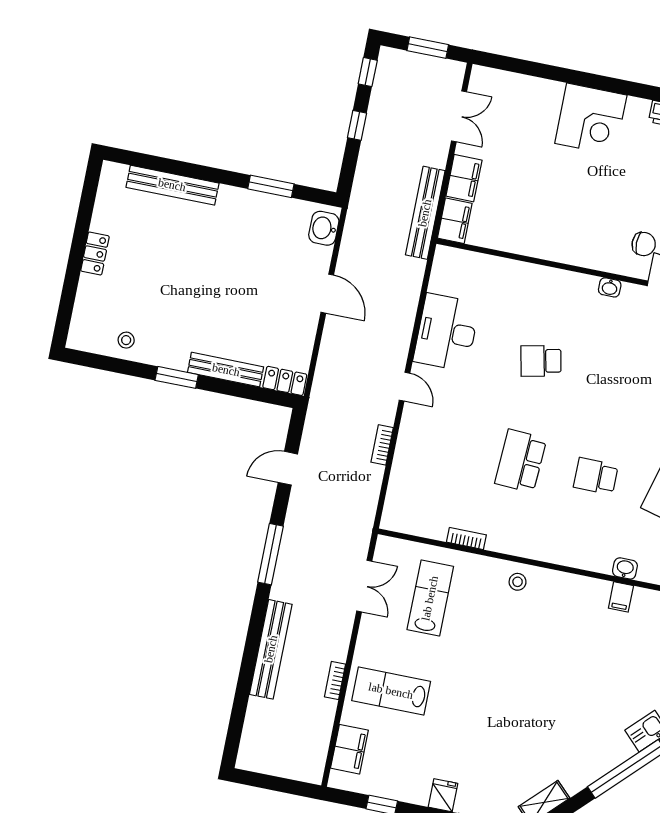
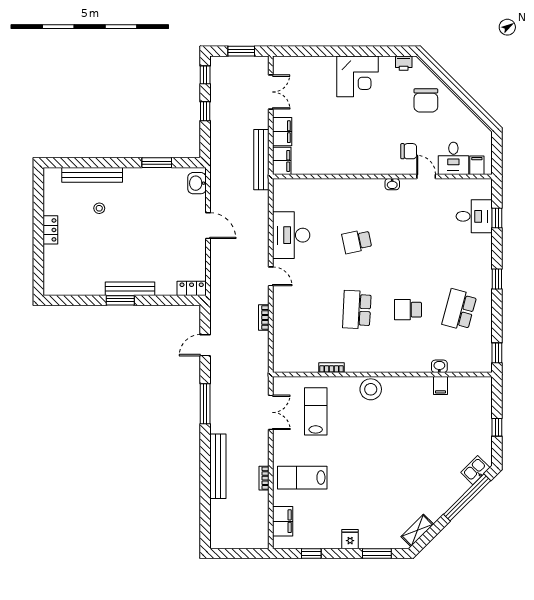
stool: (126, 340) -> (99, 208), moved
bench: (226, 370) -> (130, 289), moved
stool: (518, 582) -> (371, 389), width x1.89, depth x1.89

